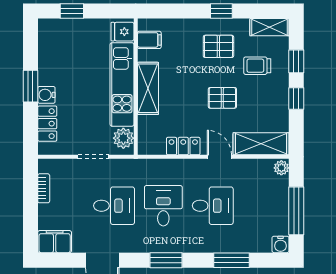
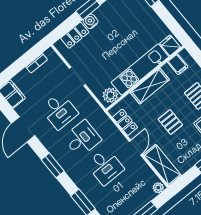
fridge: (122, 32) -> (170, 45), moved
filing cabinet: (149, 40) -> (178, 64), moved
kitchen unit: (122, 84) -> (140, 70), moved
wall: (136, 87) -> (145, 78), moved
shelving: (148, 88) -> (150, 86), moved
plant: (123, 138) -> (110, 95), moved

